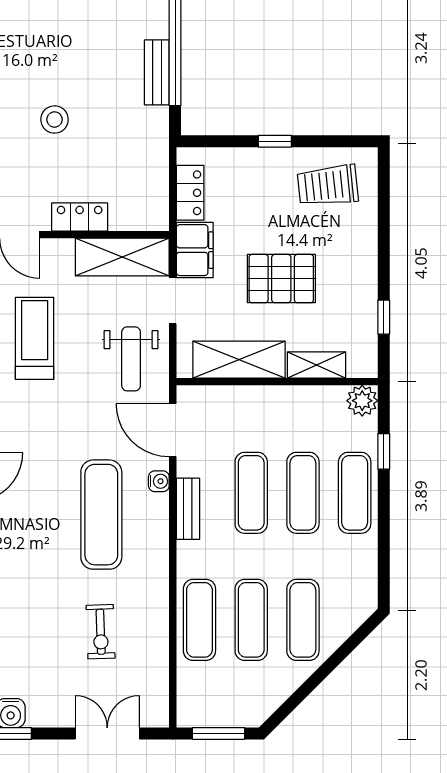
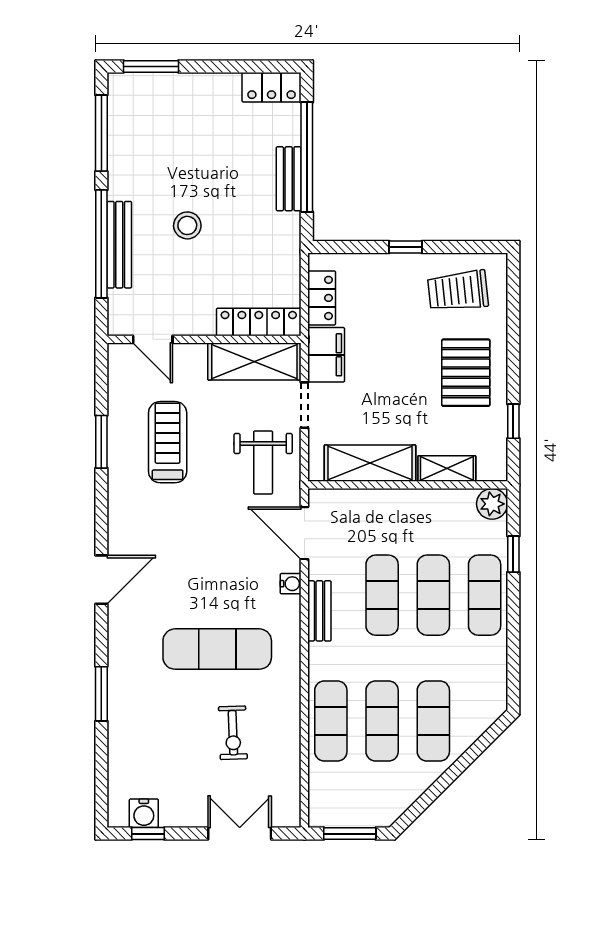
locker: (80, 217) -> (259, 322), moved, width x1.53
pallet: (281, 279) -> (466, 373), moved, turned 90
exercise mat: (101, 515) -> (217, 649), moved, turned 90

